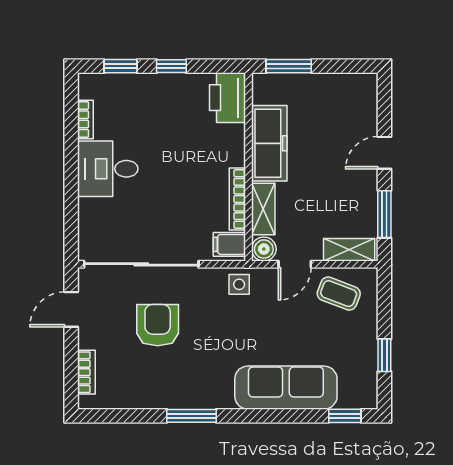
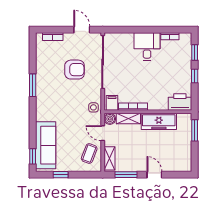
sofa: (286, 388) -> (46, 145), moved

